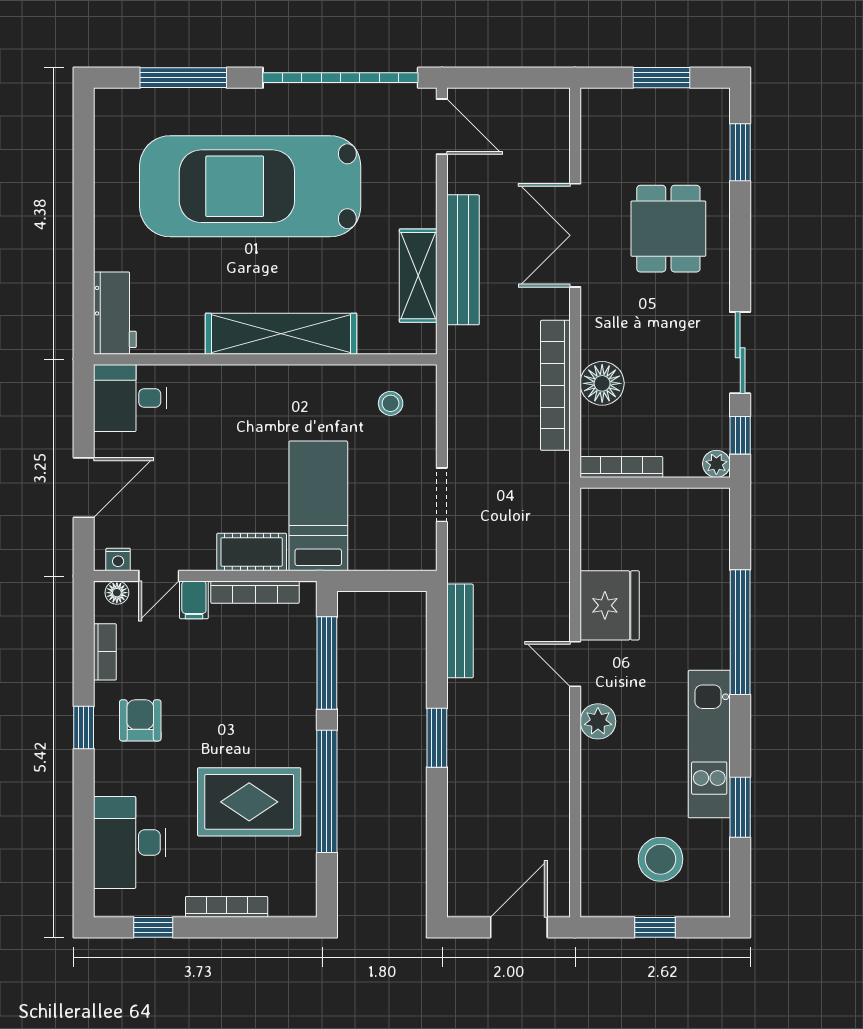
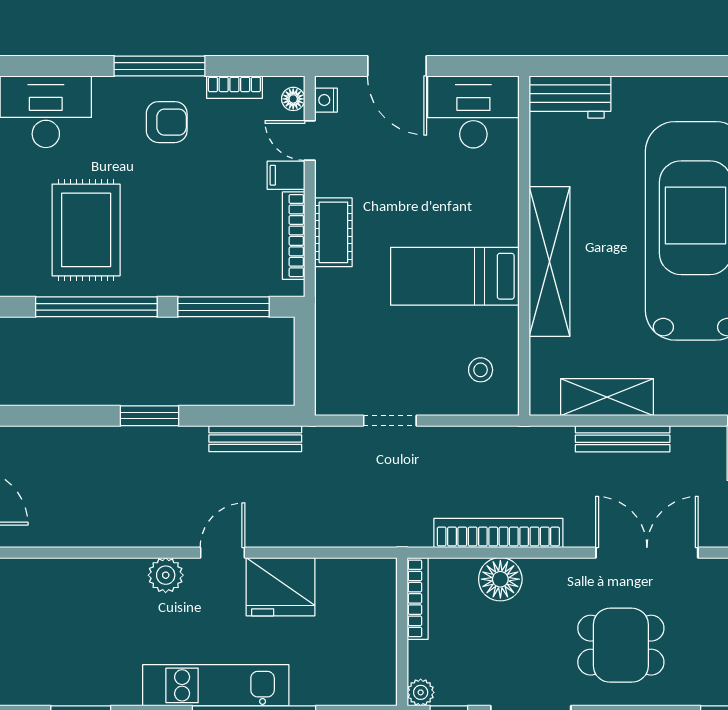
dining table: (668, 229) -> (621, 645), moved
bench: (463, 260) -> (623, 439), width x0.73, depth x0.82
desk: (130, 398) -> (473, 112), width x1.37
bed: (318, 506) -> (455, 276), moved, turned 180
window: (84, 728) -> (160, 66), width x2.17
kitchen unit: (709, 744) -> (216, 685), moved
stool: (661, 859) -> (29, 637), removed

